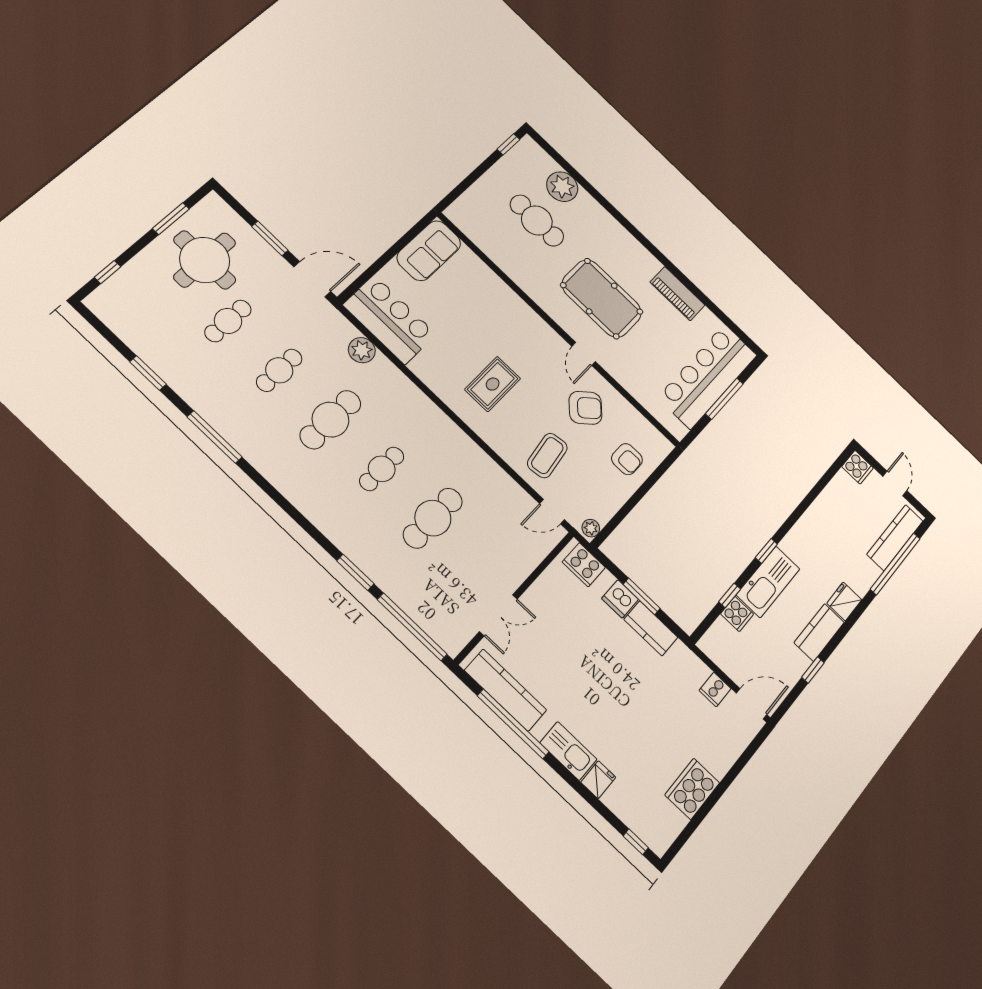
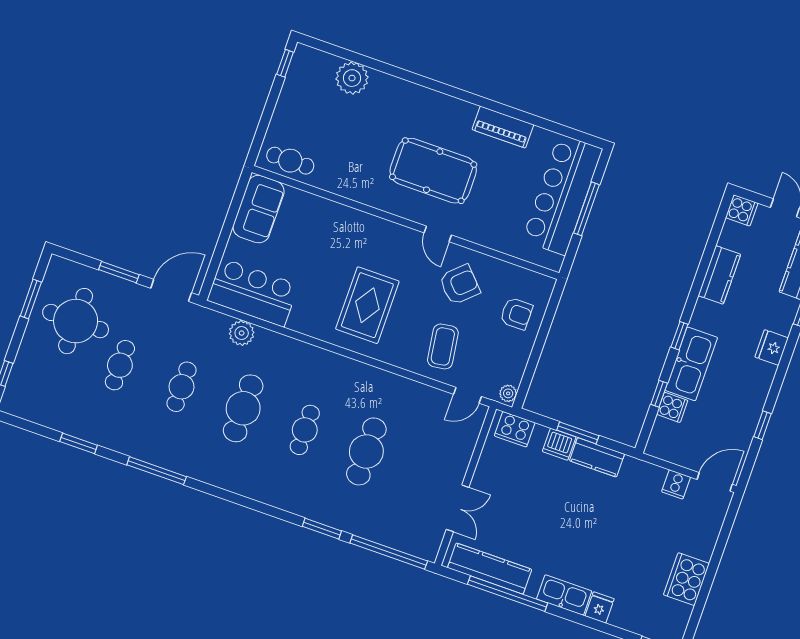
cafe table: (537, 221) -> (290, 161), moved, width x0.73, depth x0.74
rug: (493, 384) -> (367, 305), width x1.36, depth x1.43
kitchen counter: (819, 632) -> (719, 275), moved, turned 180

